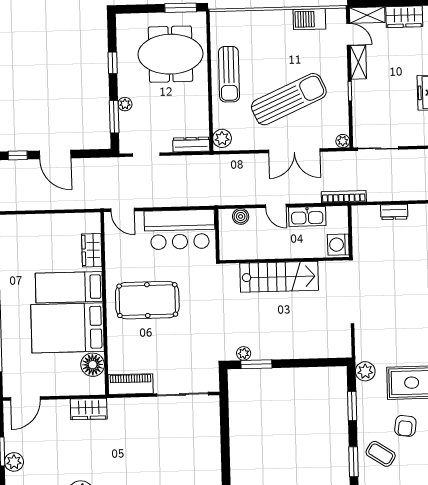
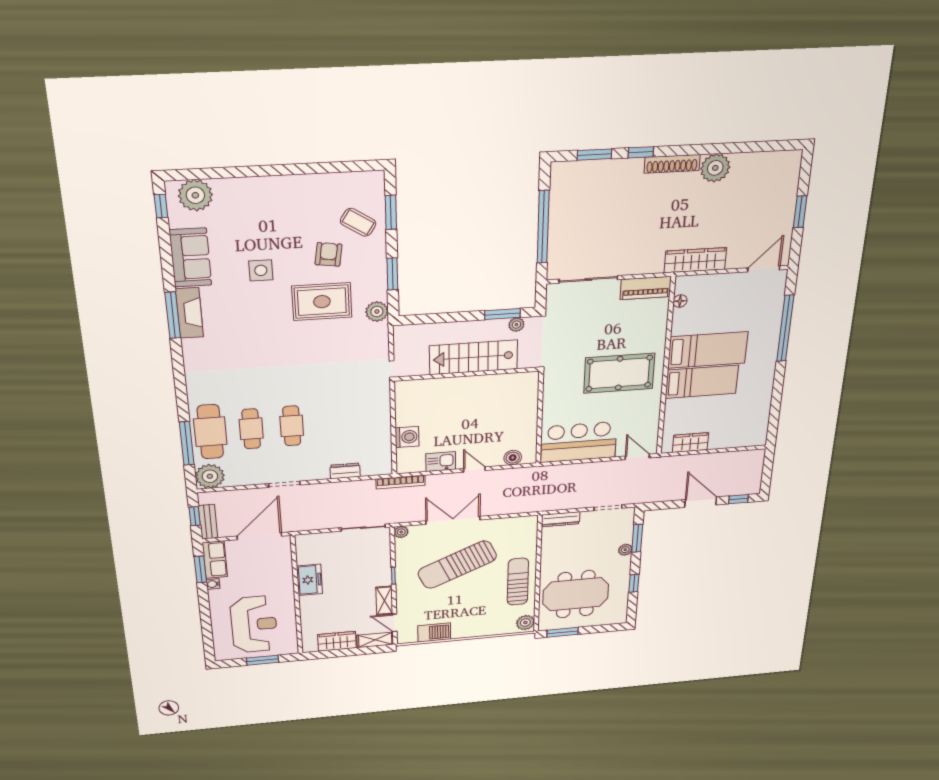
plant: (222, 138) -> (525, 623), moved
kitchen sink: (307, 216) -> (441, 462), width x0.73
wardrobe: (92, 250) -> (690, 443), moved, turned -90
wall: (284, 260) -> (467, 374), moved
stairs: (279, 277) -> (474, 357), moved
bed: (67, 328) -> (708, 350), width x0.67
floor lamp: (93, 365) -> (680, 301), width x0.53, depth x0.53
wardrobe: (89, 409) -> (695, 260), width x1.50
window: (225, 445) -> (543, 227), added
plant: (14, 462) -> (786, 201), removed

